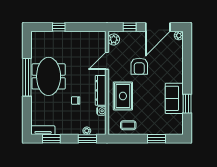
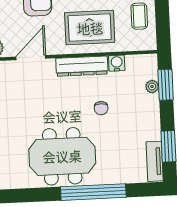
door: (107, 61) -> (31, 58), swing flipped
window: (27, 77) -> (93, 192), moved

